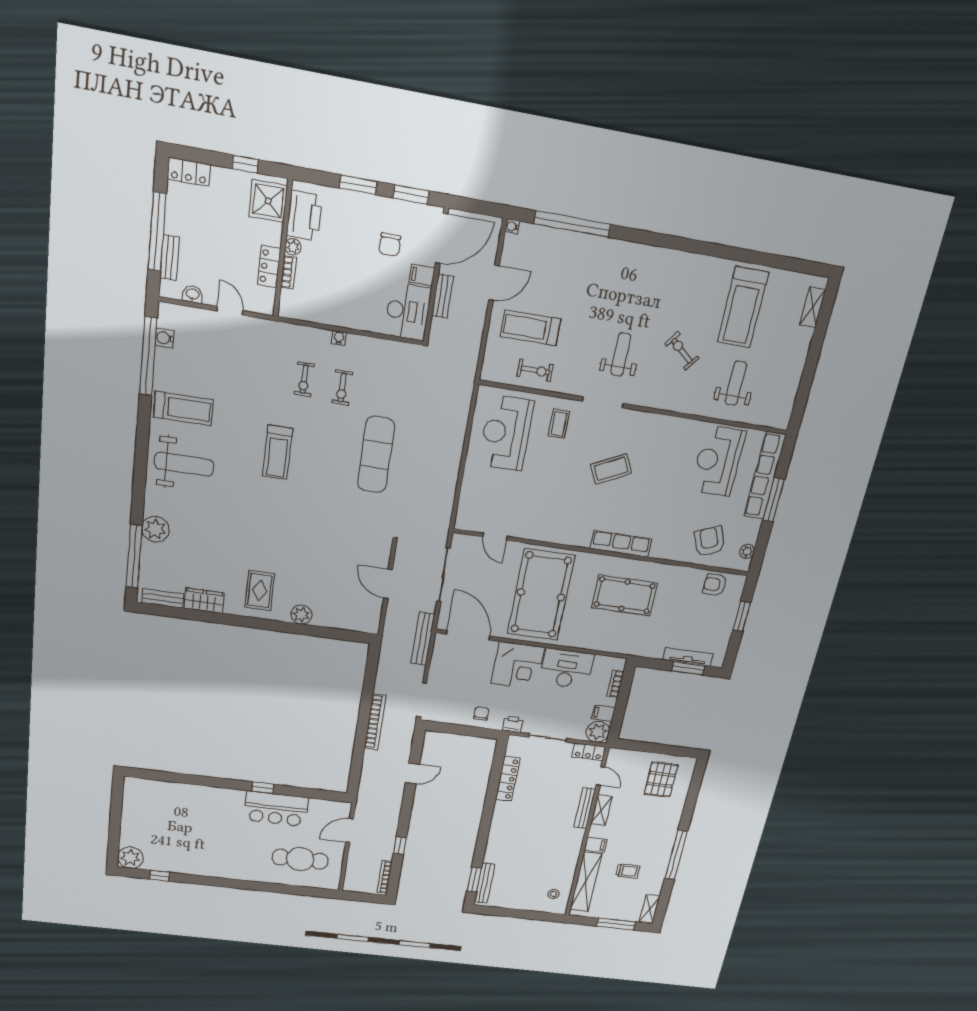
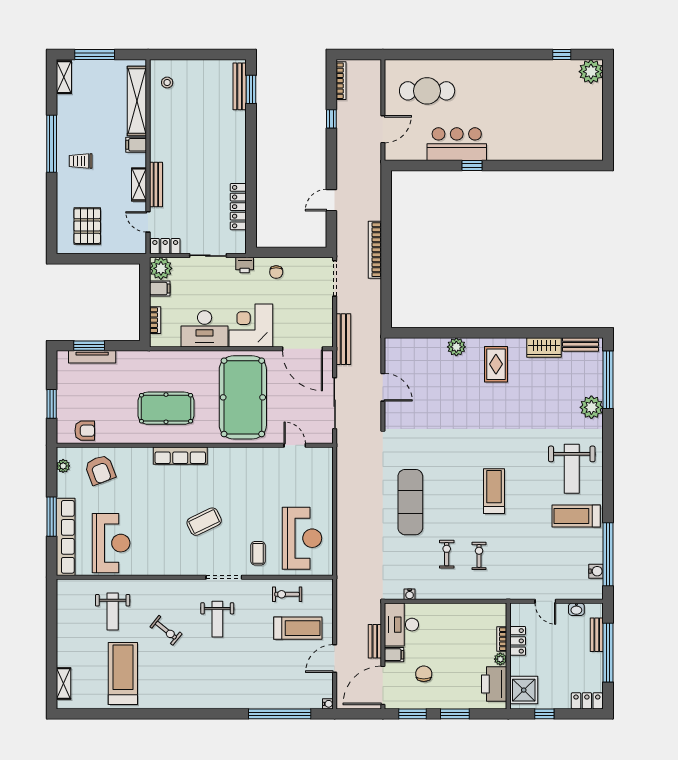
water cooler: (339, 338) -> (410, 594), moved
weight bench: (184, 464) -> (572, 469), turned -90
trolley: (628, 871) -> (81, 161), moved

